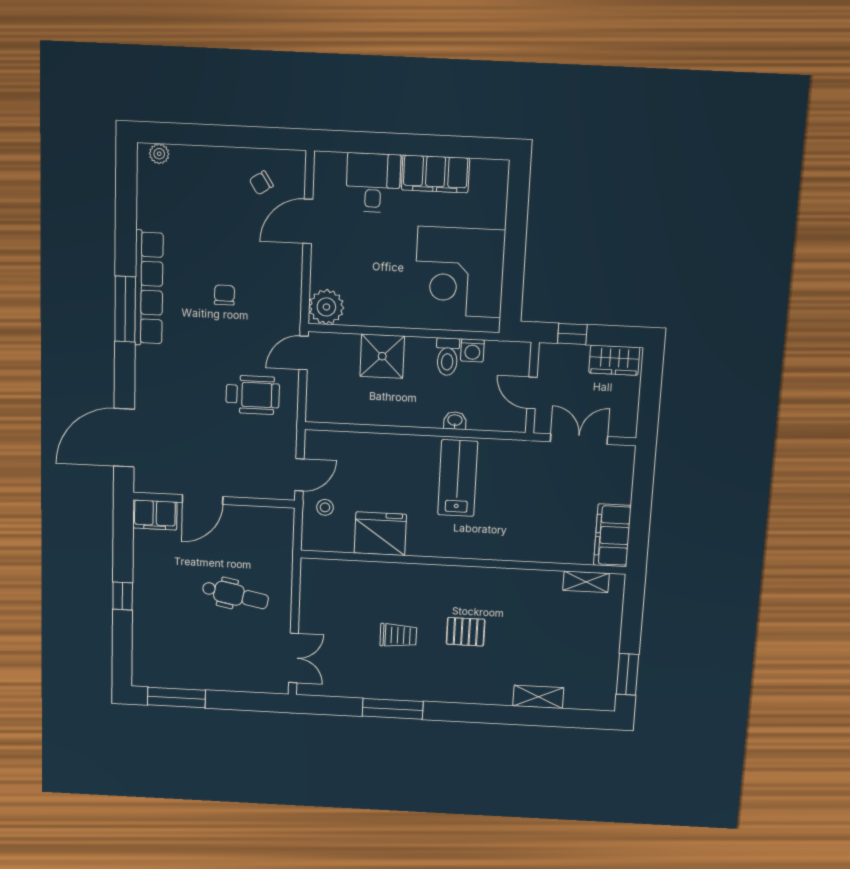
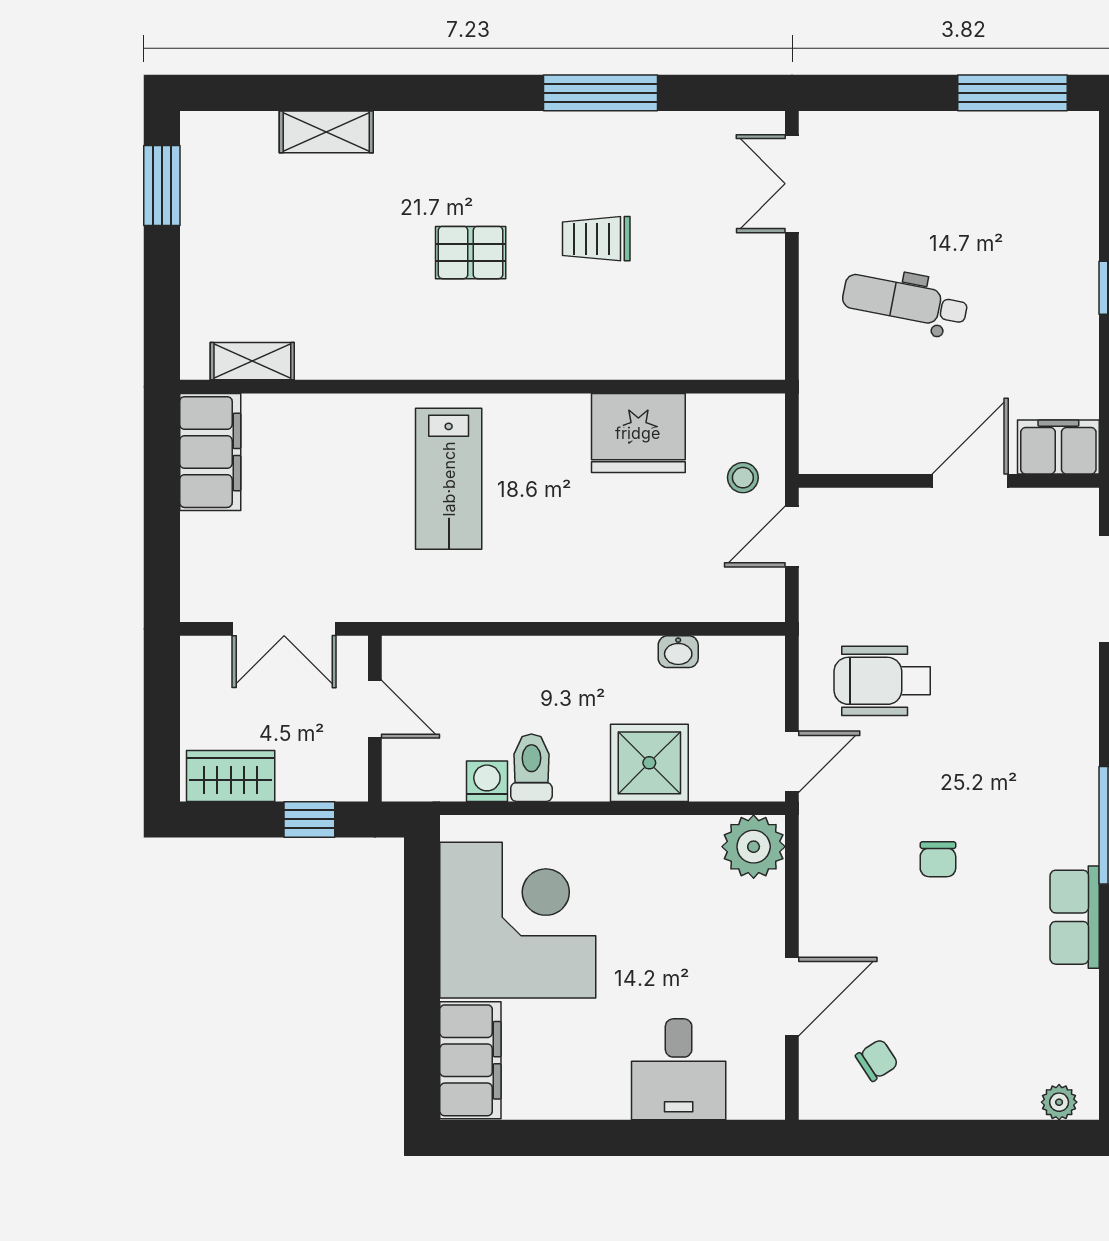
filing cabinet: (435, 174) -> (470, 1060), moved, turned 90
row of seats: (149, 288) -> (1075, 917), width x0.50
washbasin: (455, 421) -> (678, 652), moved
lab bench: (458, 478) -> (449, 479), moved

